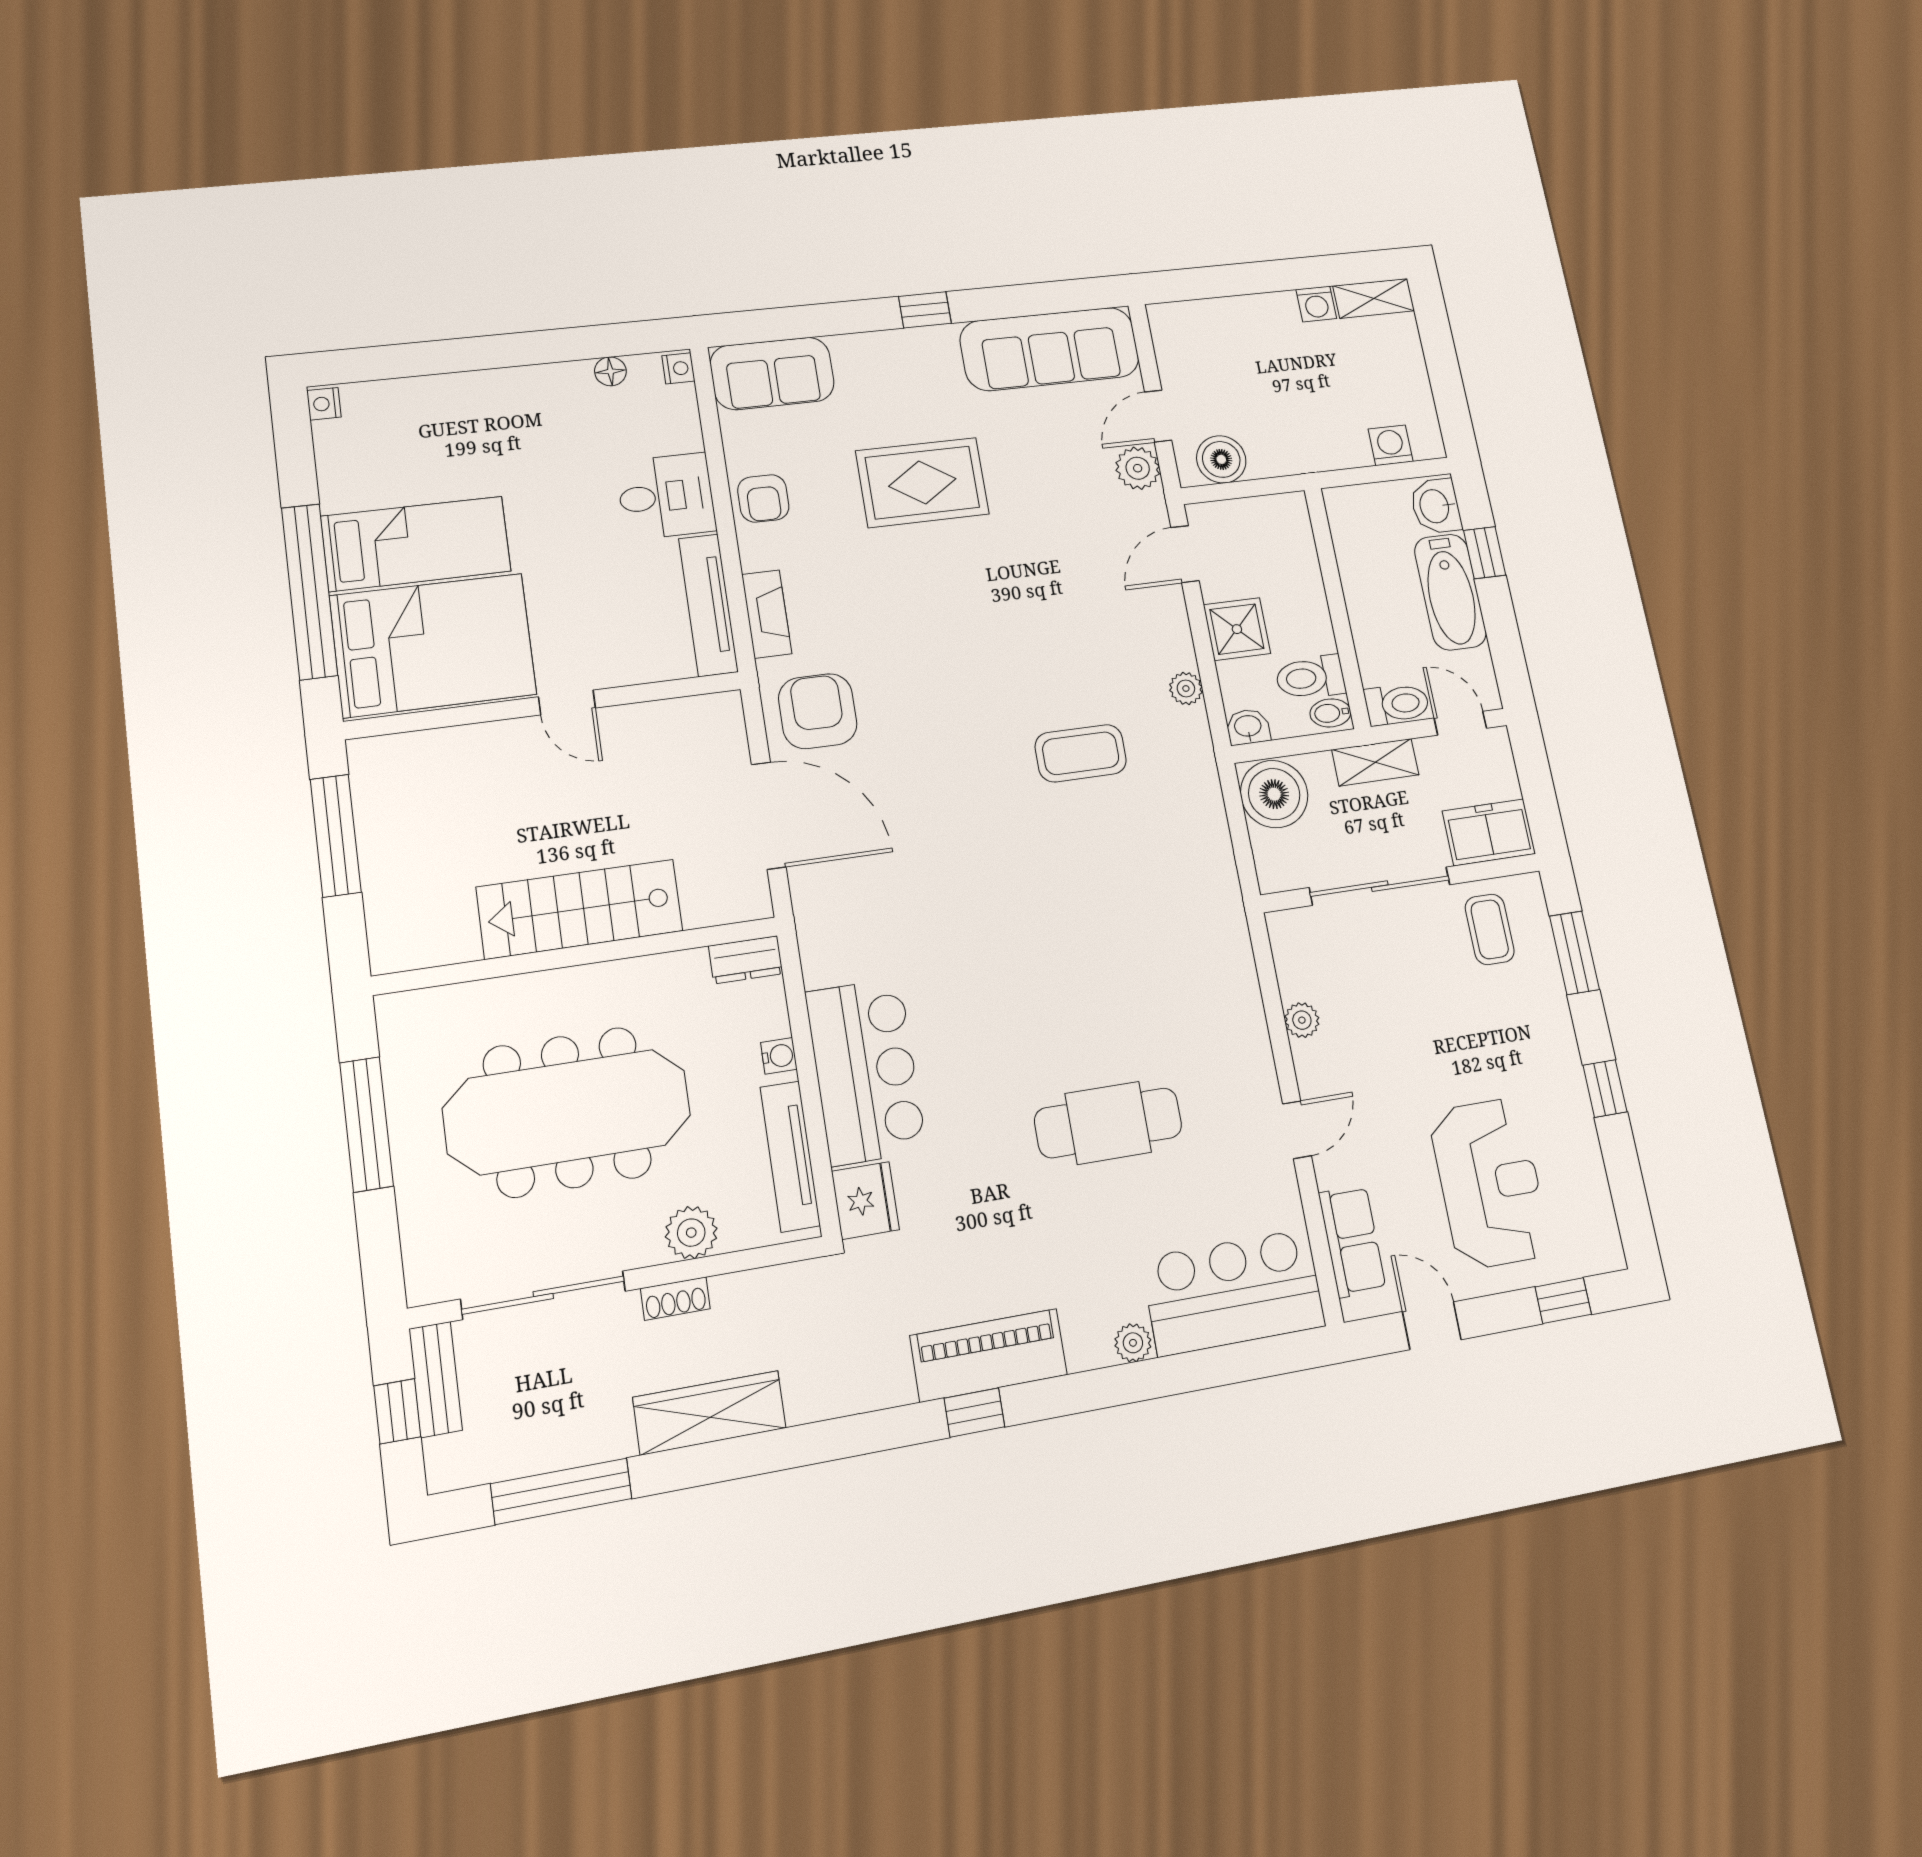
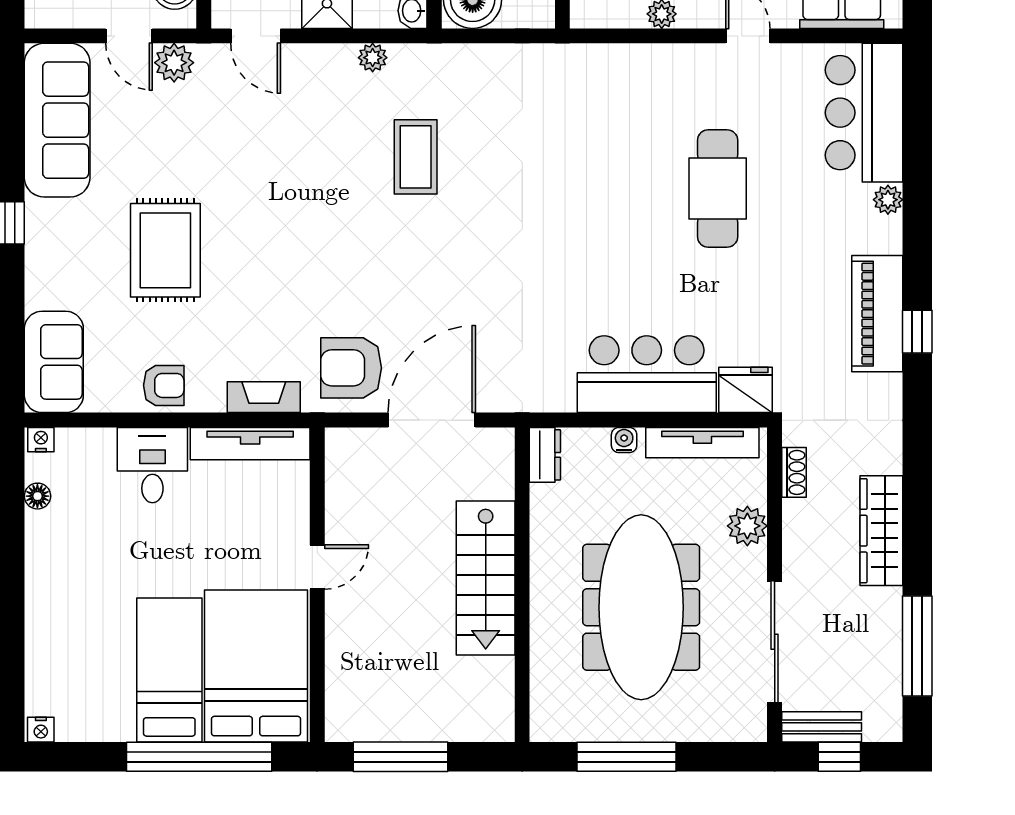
shoe rack: (675, 1299) -> (794, 472), moved

